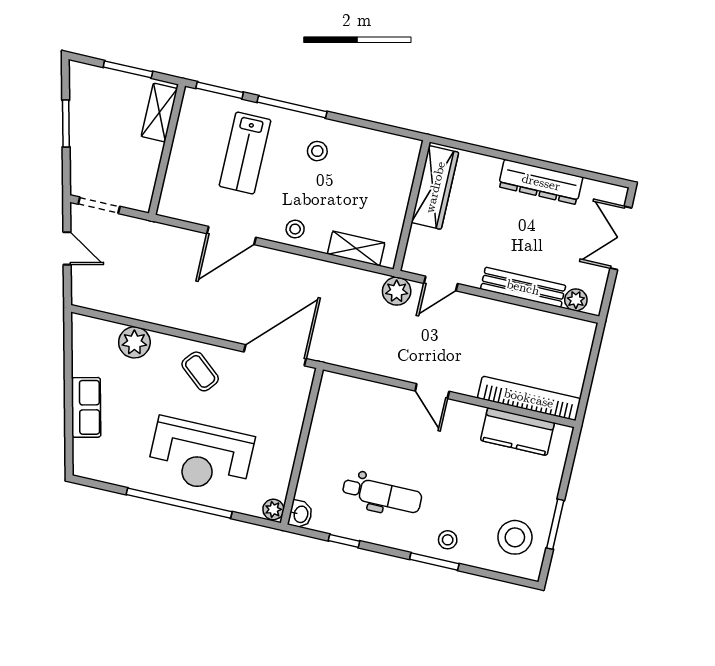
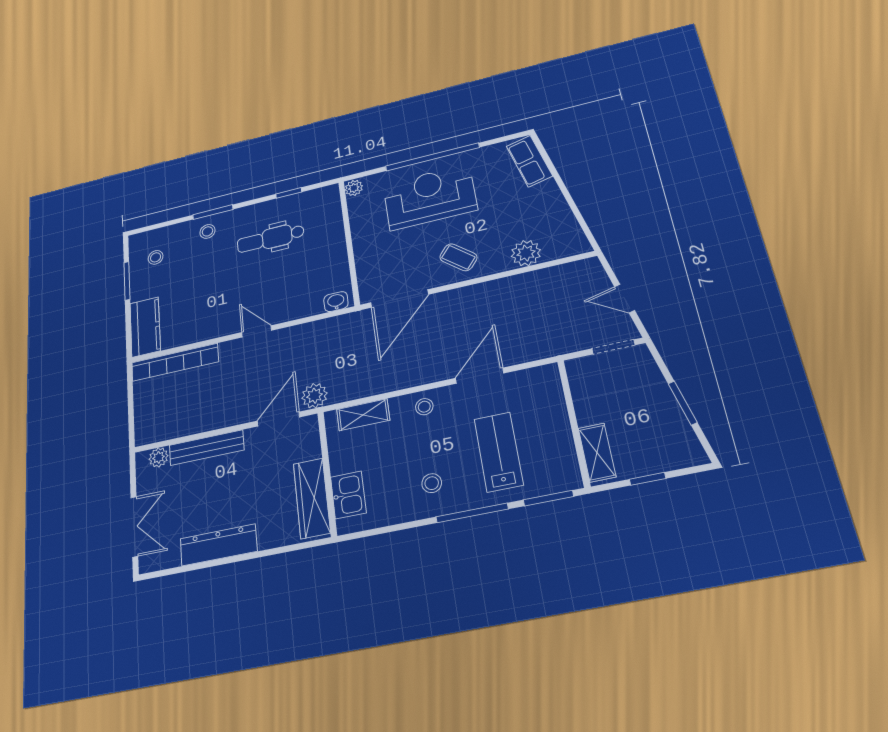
window: (128, 69) -> (648, 479), width x0.67
kitchen sink: (399, 175) -> (348, 495), added
door: (441, 284) -> (278, 419), width x1.38
row of seats: (86, 407) -> (529, 161), moved
kitchen counter: (517, 432) -> (145, 327), moved, turned 90
washbasin: (300, 514) -> (336, 302), moved, turned 90
stool: (515, 537) -> (156, 257), width x0.53, depth x0.53

